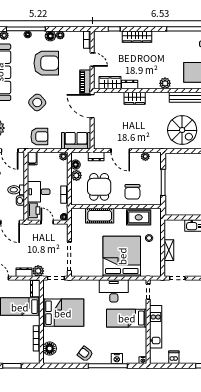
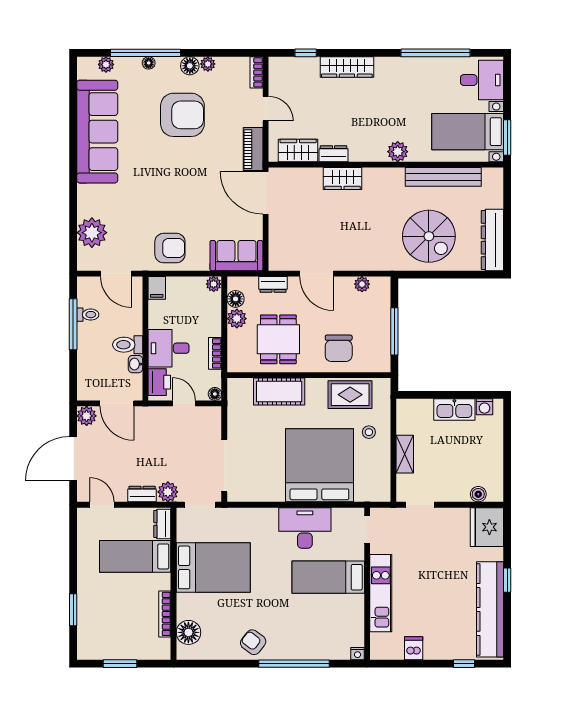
side table: (37, 102) -> (166, 186), removed
nightstand: (117, 359) -> (310, 651), removed

